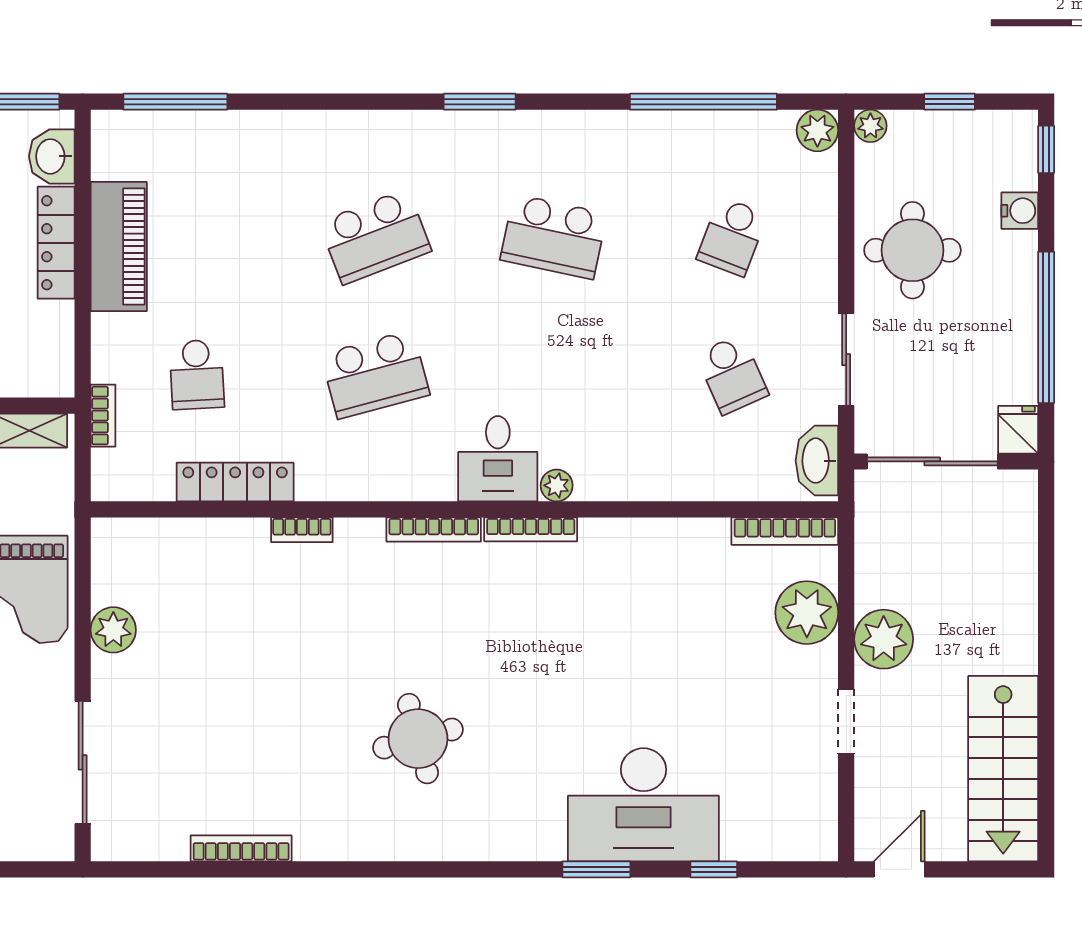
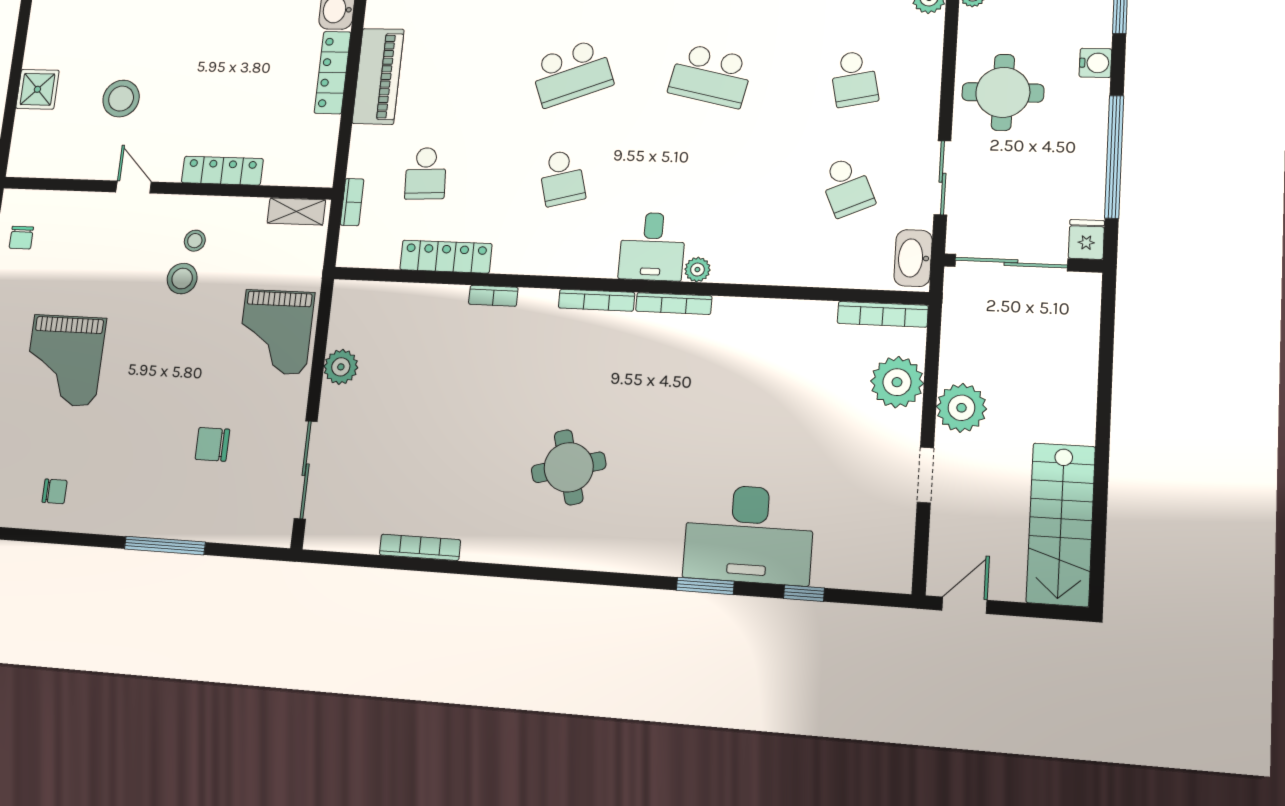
school desk: (732, 237) -> (854, 79), turned -33
school desk: (375, 375) -> (562, 178), width x0.54

